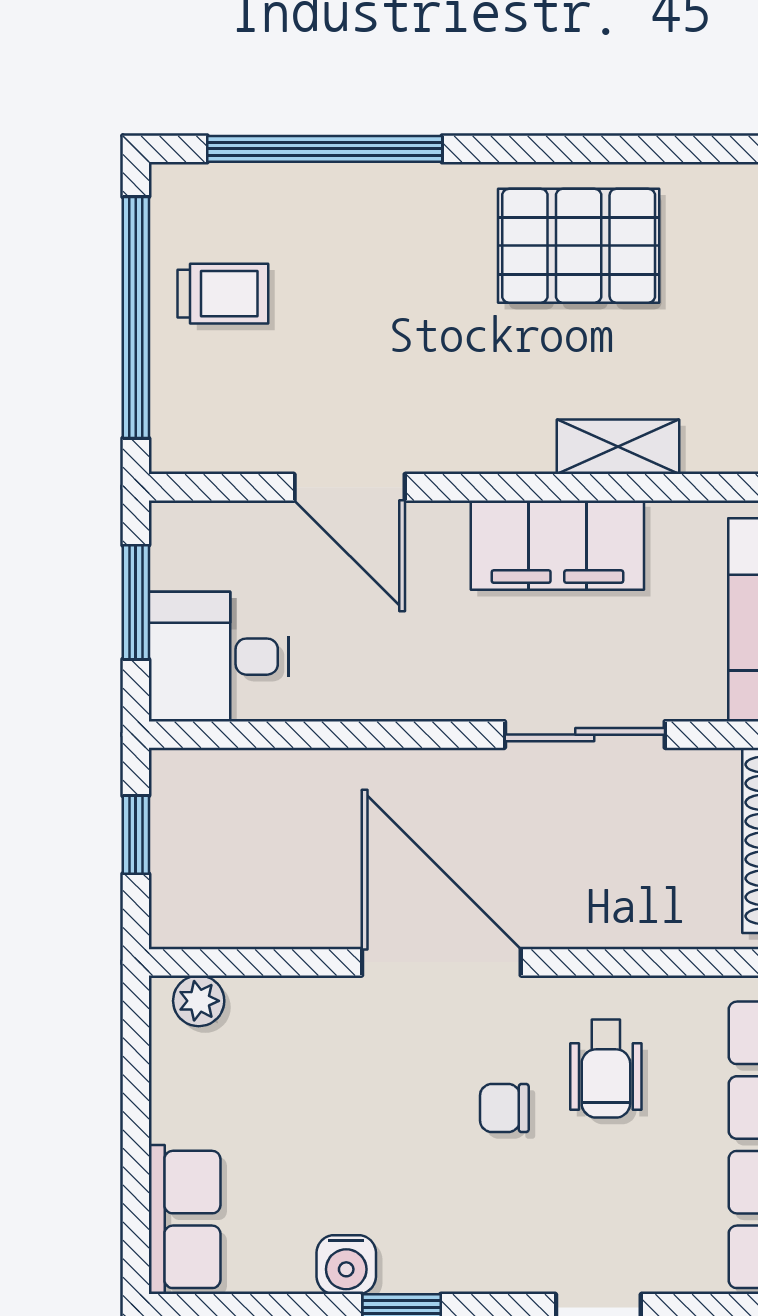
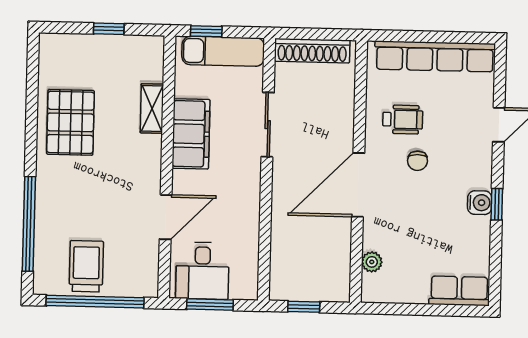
trolley: (223, 294) -> (86, 266), width x1.36, depth x1.39
desk: (219, 657) -> (202, 271), moved
plant: (199, 1001) -> (372, 262), moved
water cooler: (346, 1265) -> (480, 203), moved

